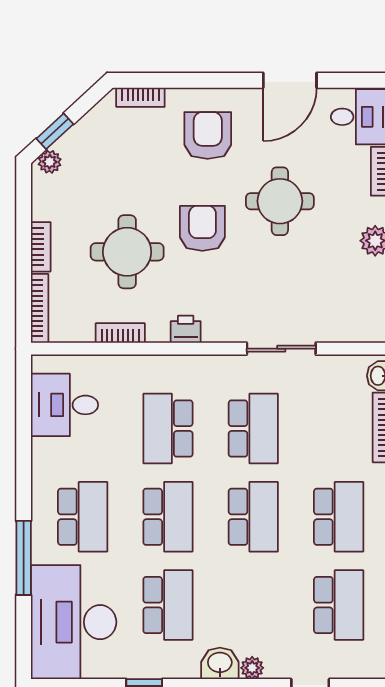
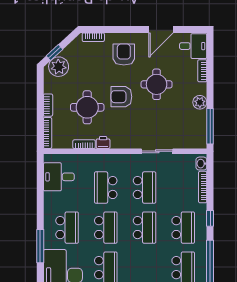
plant: (50, 162) -> (59, 67), width x1.88, depth x1.88
armchair: (202, 228) -> (121, 97), turned -90
printer: (186, 329) -> (103, 142), moved

